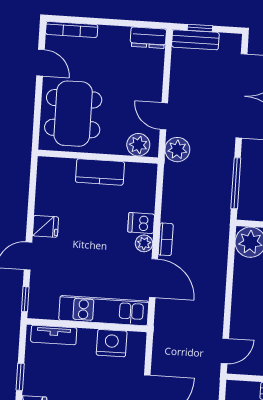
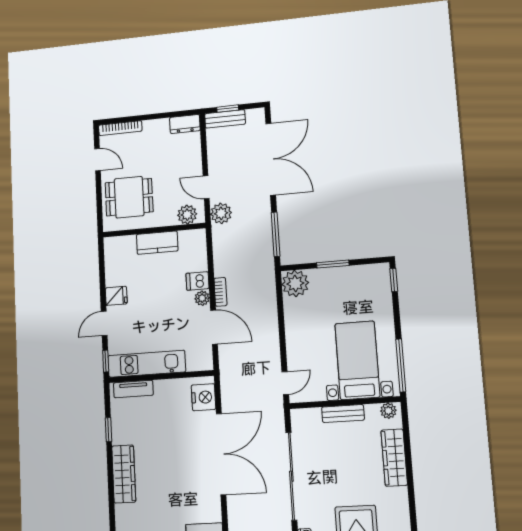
dining table: (73, 114) -> (129, 197), width x0.73
kitchen unit: (104, 311) -> (147, 364), moved
nightstand: (112, 343) -> (204, 397), moved, turned 90

